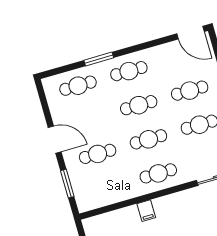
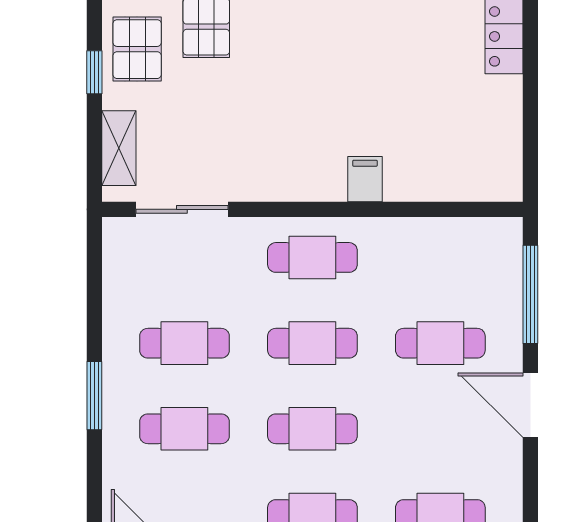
window: (67, 184) -> (530, 294), width x1.44

